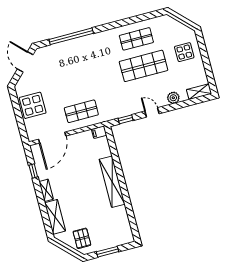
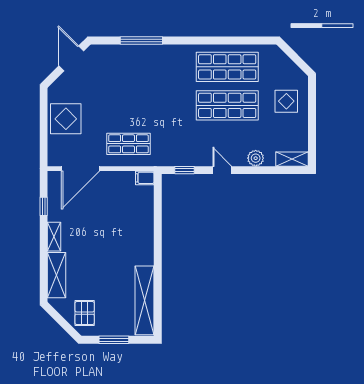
window: (71, 36) -> (141, 41), width x0.68
shop shelf: (136, 39) -> (227, 67), width x1.43, depth x1.36
shelving: (112, 182) -> (145, 300), moved

